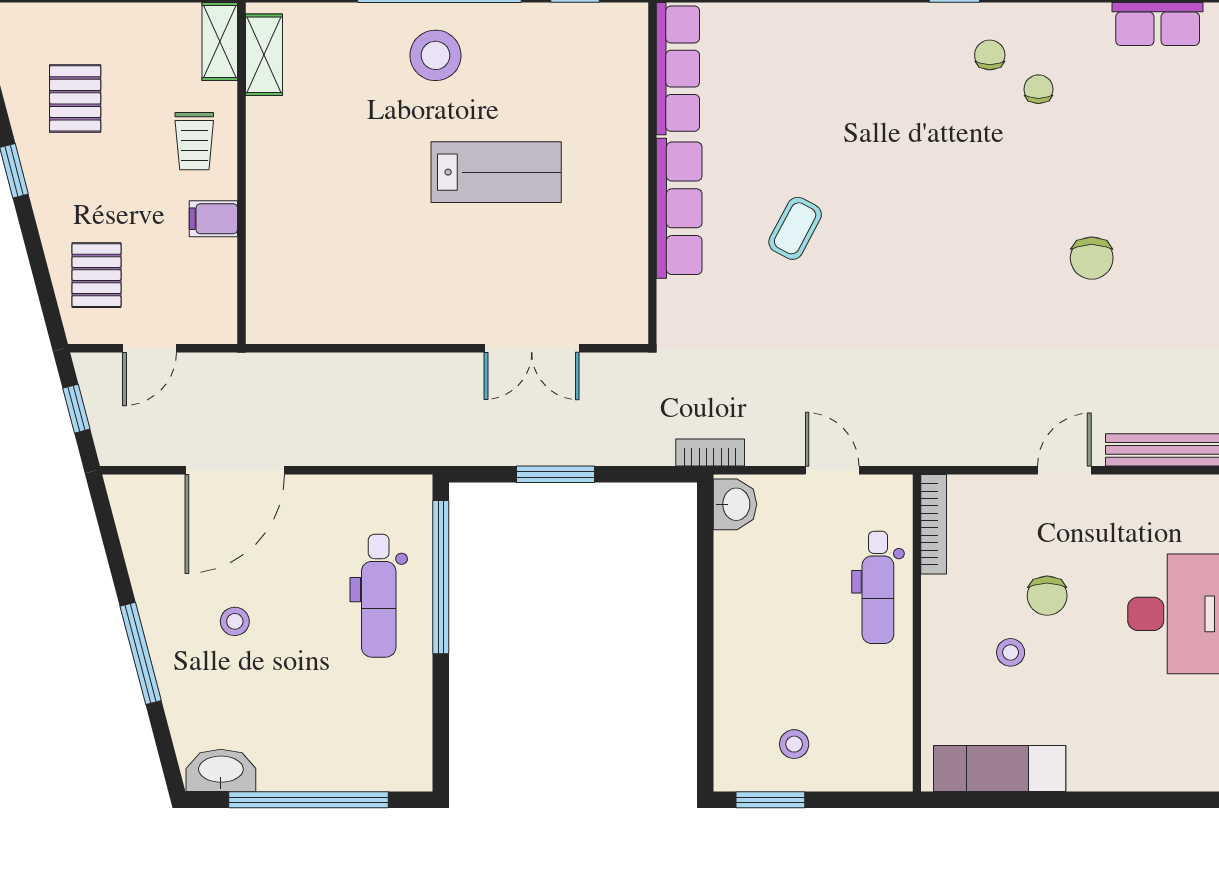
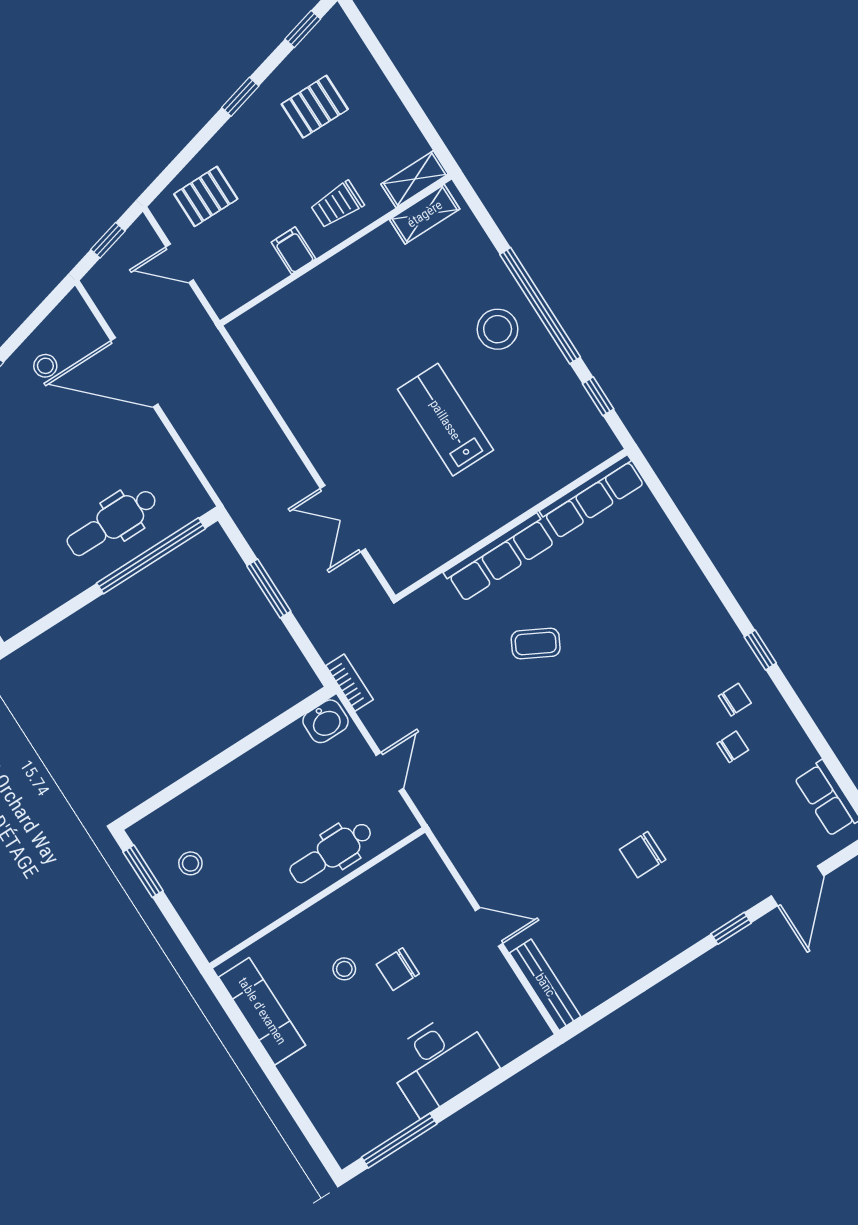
lab bench: (496, 172) -> (445, 420), turned 180
bookcase: (934, 524) -> (397, 863), removed
stool: (235, 621) -> (45, 366), moved

